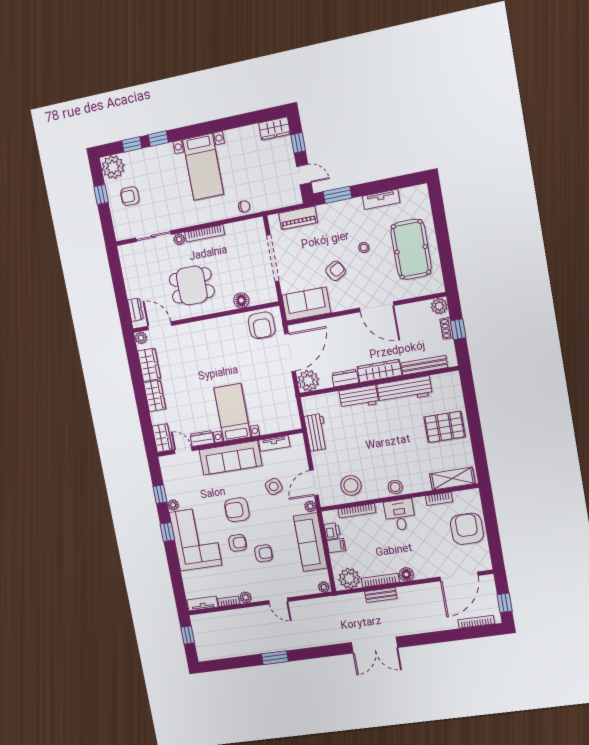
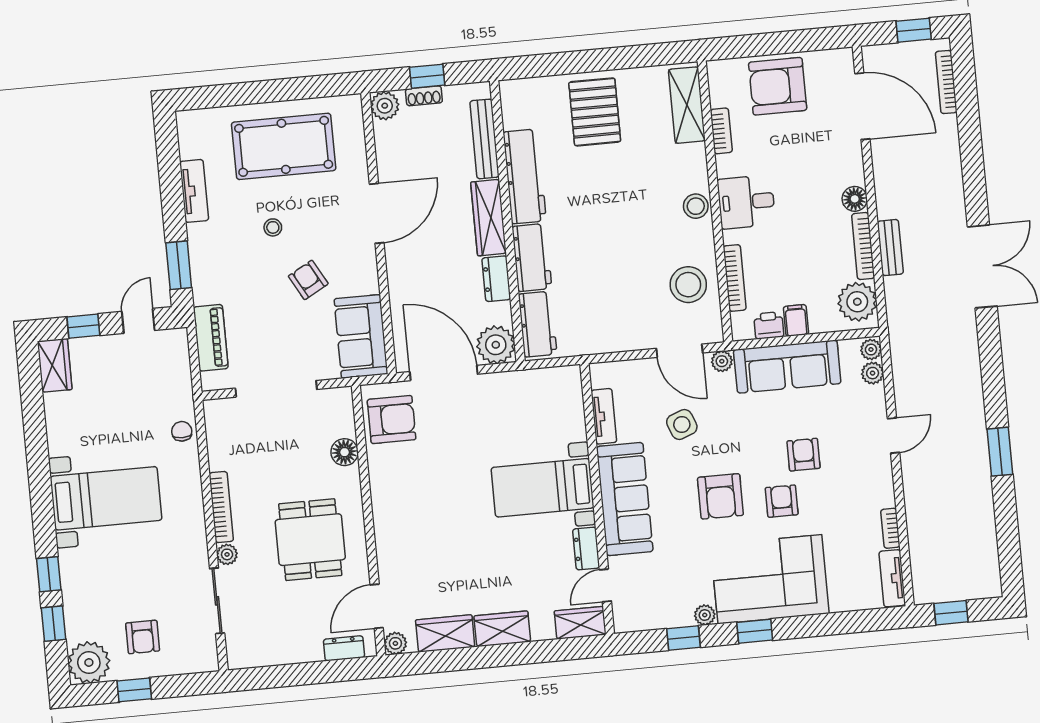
workbench: (316, 432) -> (538, 324), moved, turned 90
plant: (246, 597) -> (873, 373), moved

